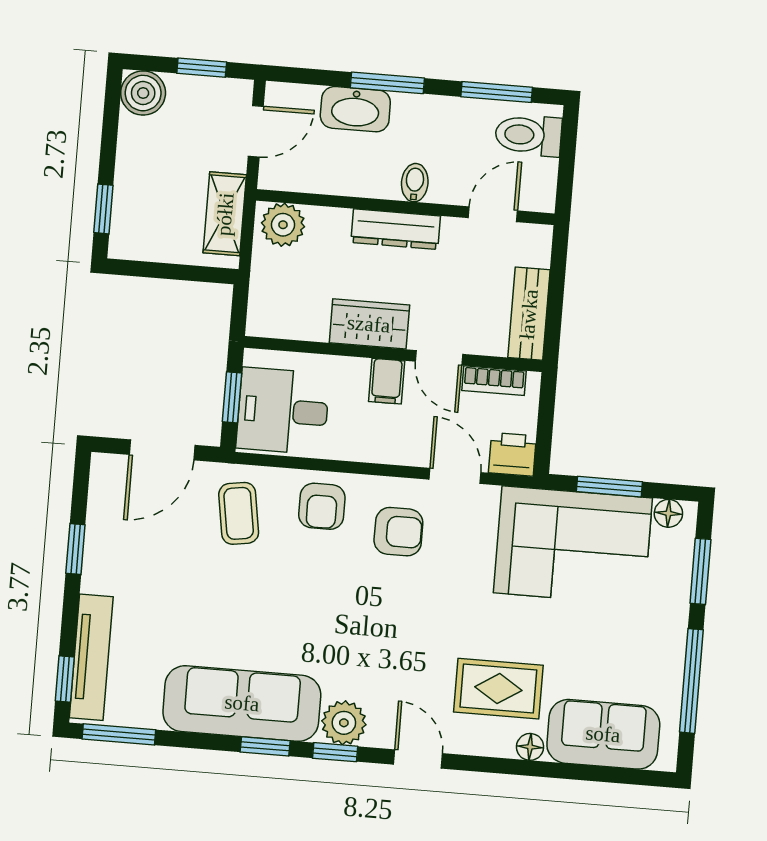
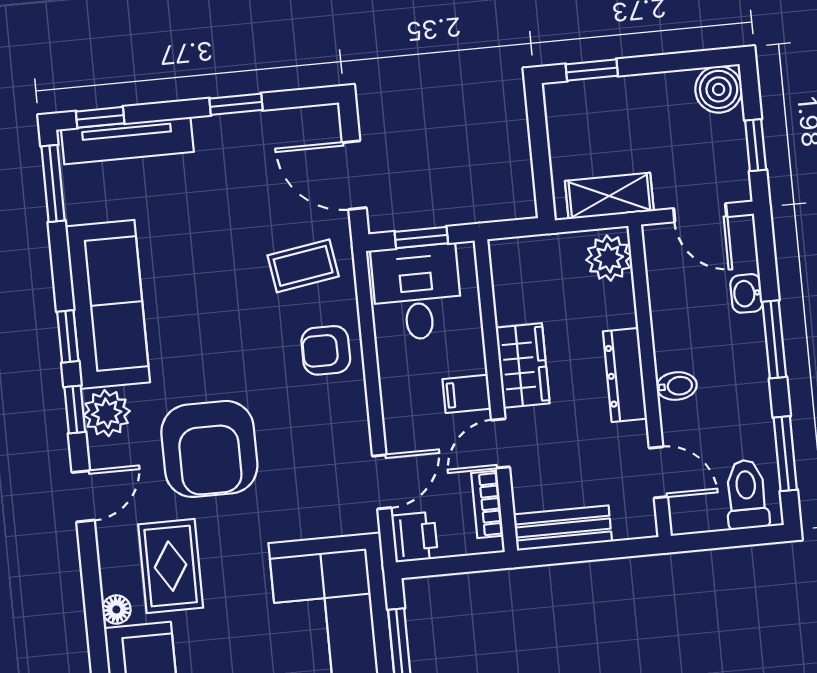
washbasin: (355, 109) -> (746, 293), width x0.52, depth x0.69
armchair: (398, 532) -> (209, 449), moved, width x1.88, depth x1.88

